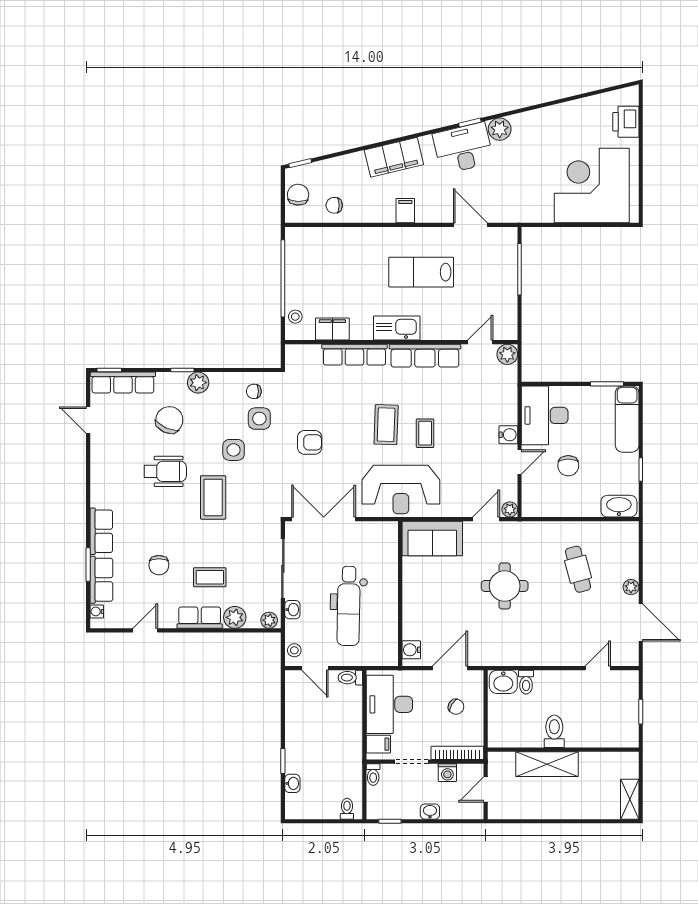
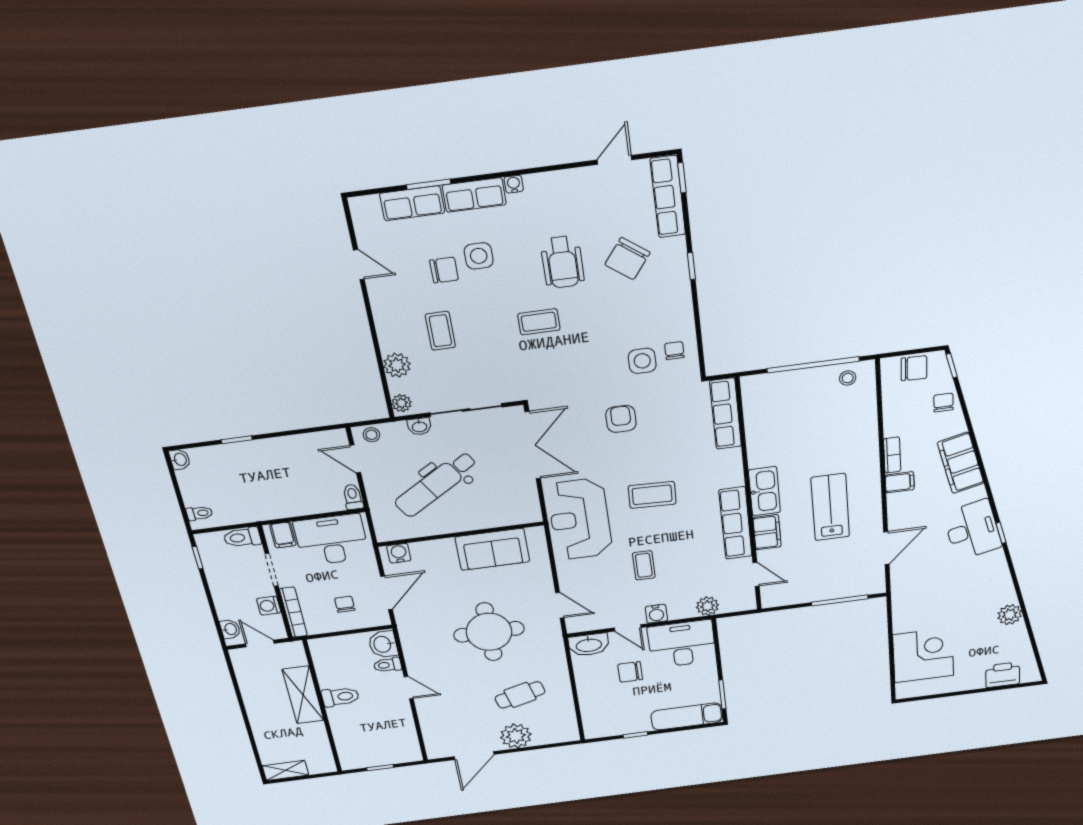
plant: (500, 129) -> (1010, 615), moved
corner desk: (592, 186) -> (923, 655), width x0.74, depth x0.74
chair: (334, 205) -> (943, 402), moved
bookcase: (377, 216) -> (892, 455), added
stool: (295, 317) -> (848, 378), moved
filing cabinet: (332, 329) -> (767, 532), moved
plant: (507, 354) -> (707, 606), moved
row of seats: (354, 355) -> (726, 414), moved
plant: (198, 383) -> (678, 286), removed
chair: (169, 420) -> (627, 259), turned 103
coffee table: (425, 433) -> (644, 565), moved, turned 90
armchair: (310, 442) -> (621, 419), turned 180
side table: (234, 450) -> (479, 256), moved
coffee table: (213, 497) -> (539, 322), width x0.73, depth x0.77
washbasin: (619, 506) -> (589, 645), moved, turned 90
plant: (510, 509) -> (574, 626), removed
sofa: (432, 538) -> (492, 549), moved, turned -90
chair: (159, 565) -> (444, 270), turned 180
round table: (505, 586) -> (489, 632), width x1.36, depth x1.36
plant: (631, 587) -> (516, 736), width x1.88, depth x1.88
dental chair: (349, 606) -> (436, 484), turned -33
water cooler: (97, 611) -> (514, 184), moved
row of seats: (200, 618) -> (388, 326), removed
door: (315, 668) -> (355, 459), hinge flipped
door: (450, 668) -> (387, 593), hinge flipped
door: (598, 668) -> (409, 688), moved
chair: (456, 707) -> (345, 604), turned 149
toilet: (373, 775) -> (242, 537), width x1.37, depth x1.39
washbasin: (292, 783) -> (180, 459), moved, turned -90
washbasin: (430, 812) -> (230, 629), moved

